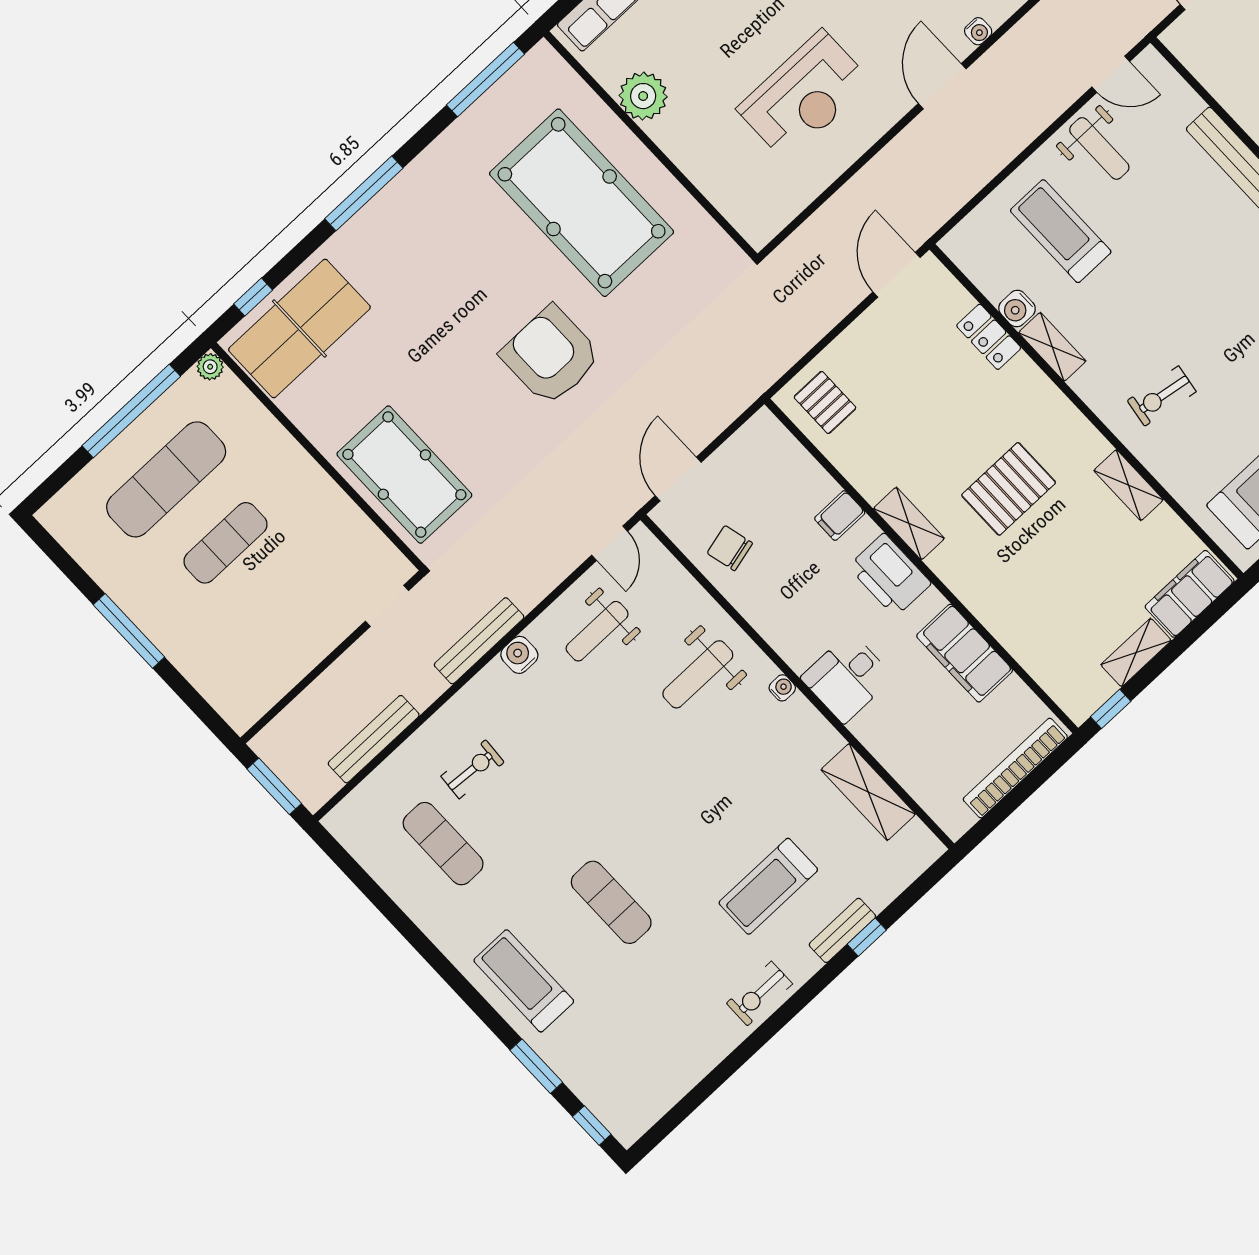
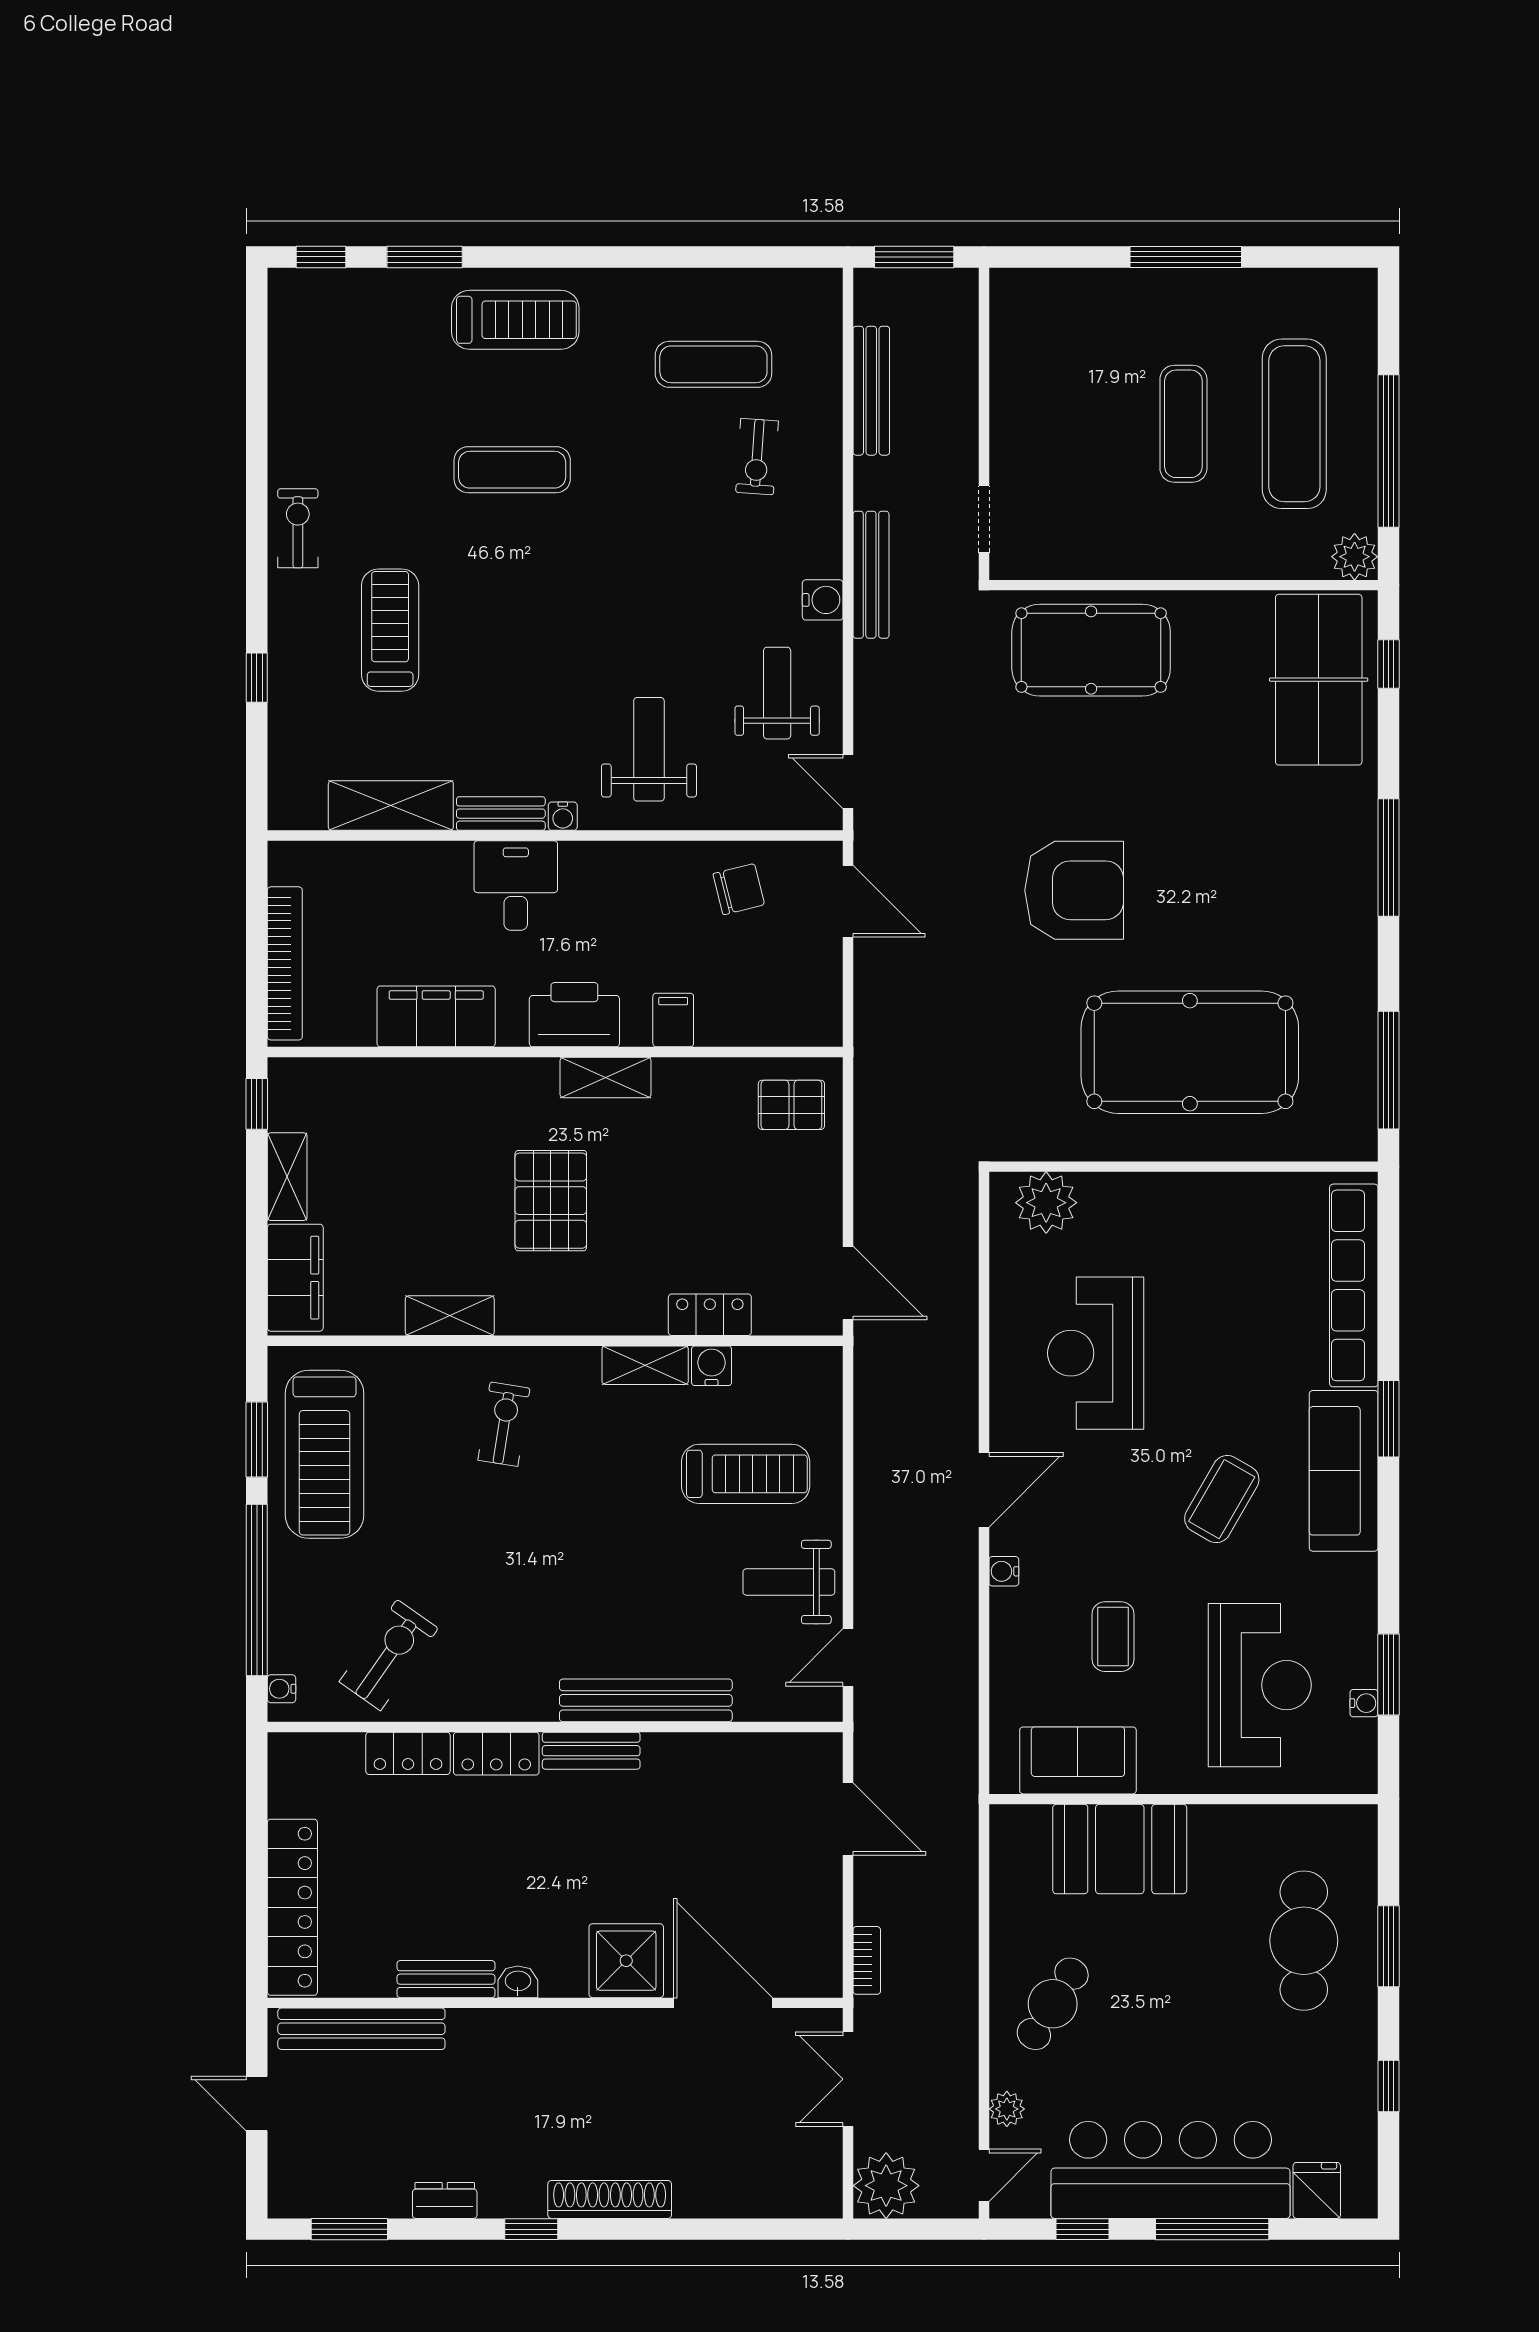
door: (942, 86) -> (984, 1490), hinge flipped
plant: (643, 96) -> (1046, 1203), moved
plant: (210, 367) -> (1355, 557), width x1.38, depth x1.38
bench: (842, 930) -> (501, 814), moved, turned 90

